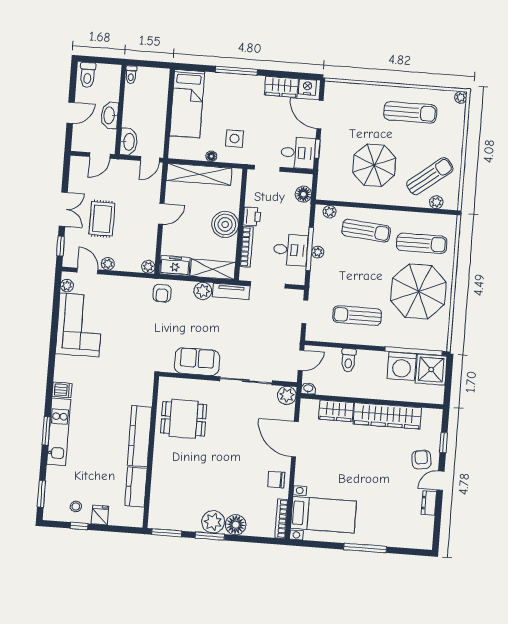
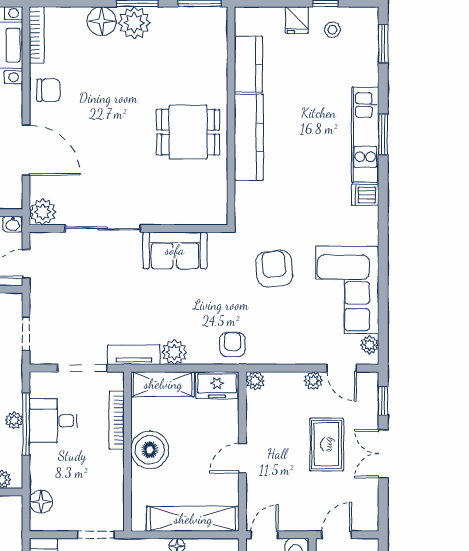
printer: (252, 217) -> (112, 464), removed
armchair: (129, 344) -> (274, 269), added
dining table: (184, 419) -> (188, 132), moved

